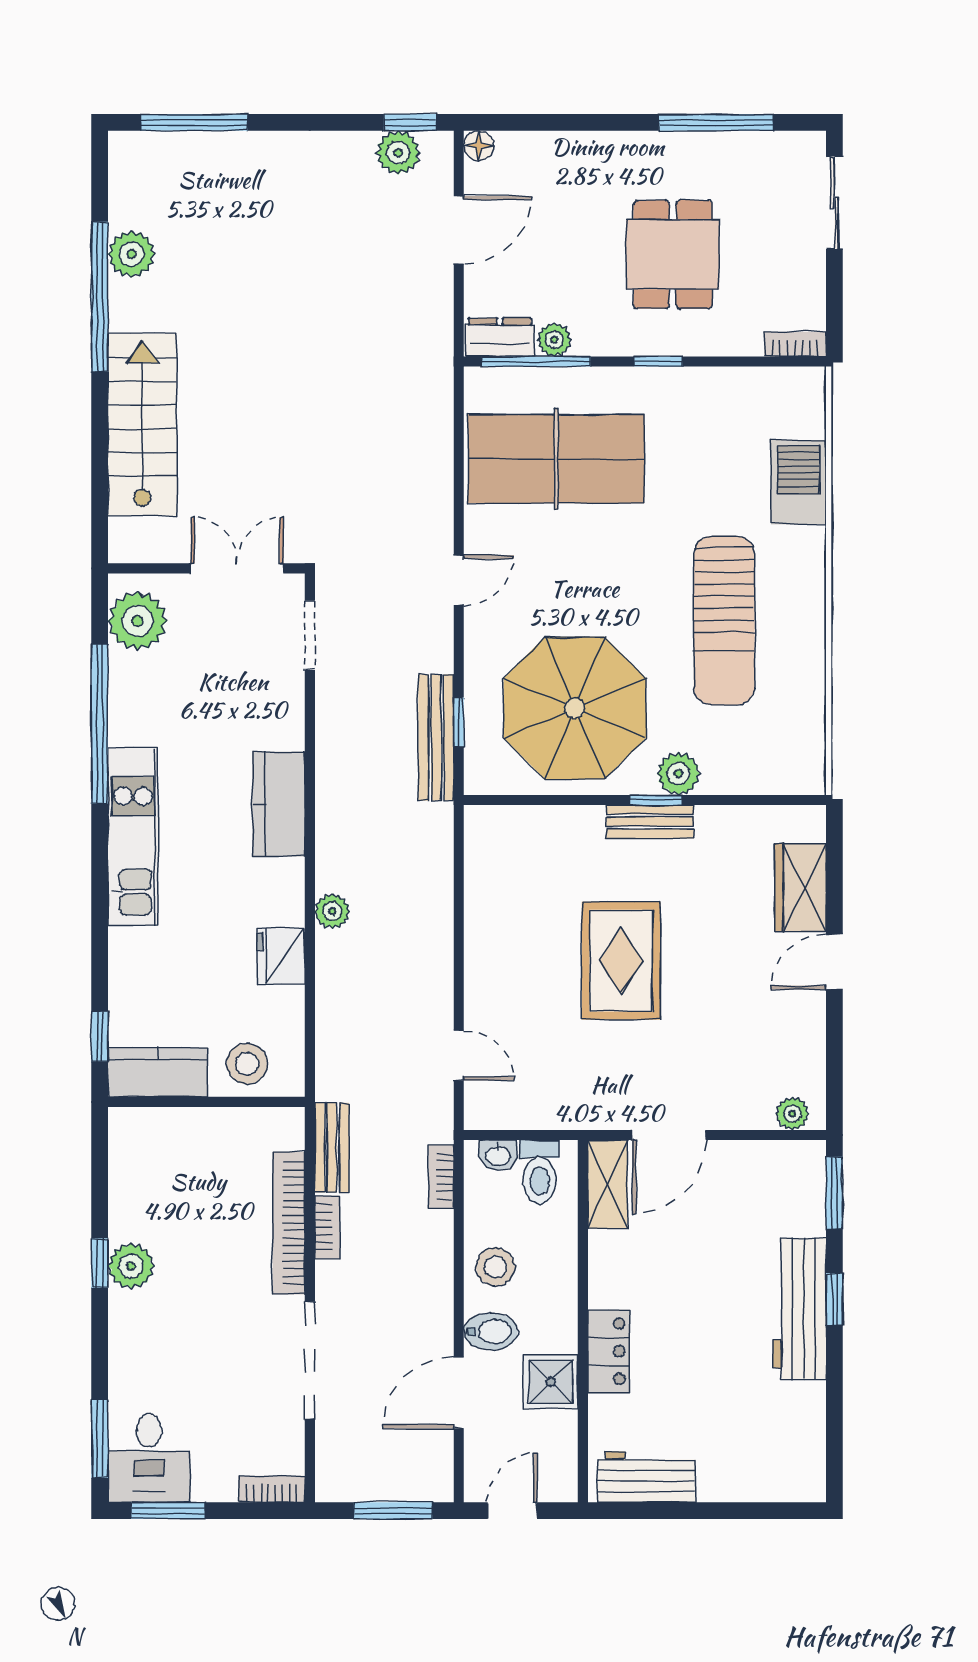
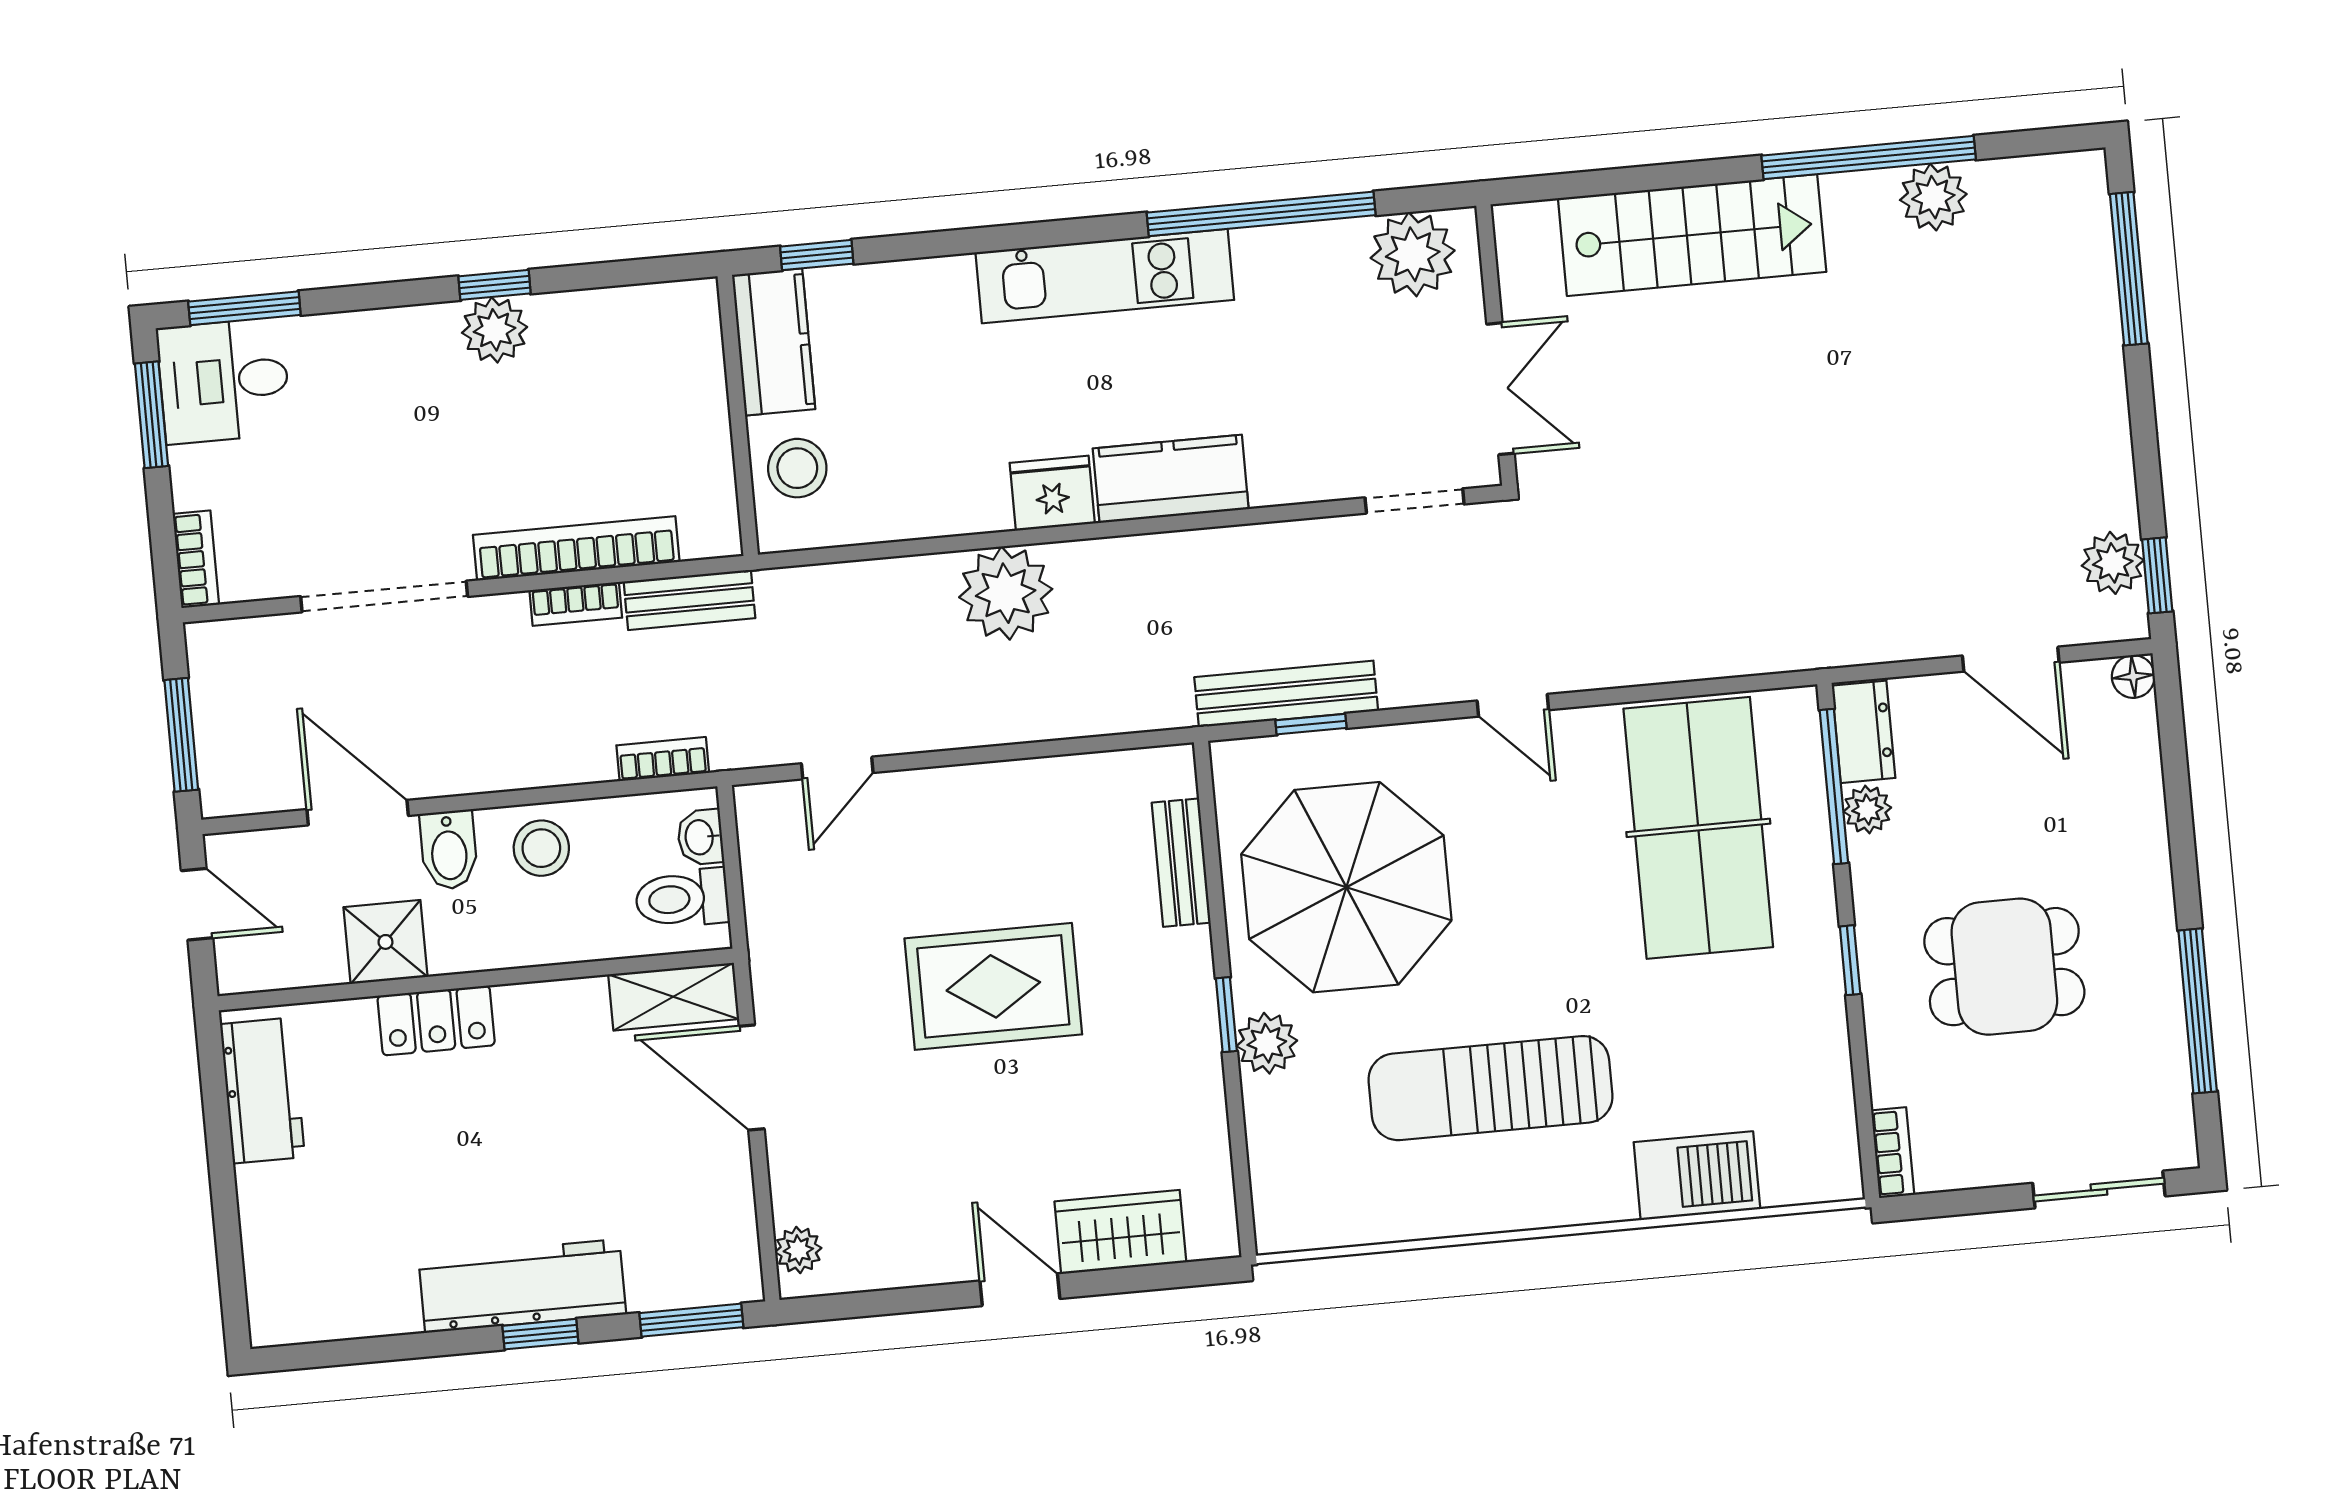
bench: (650, 822) -> (1181, 863), moved
plant: (332, 911) -> (1006, 593), width x1.87, depth x1.87
fridge: (281, 956) -> (1052, 493), moved

